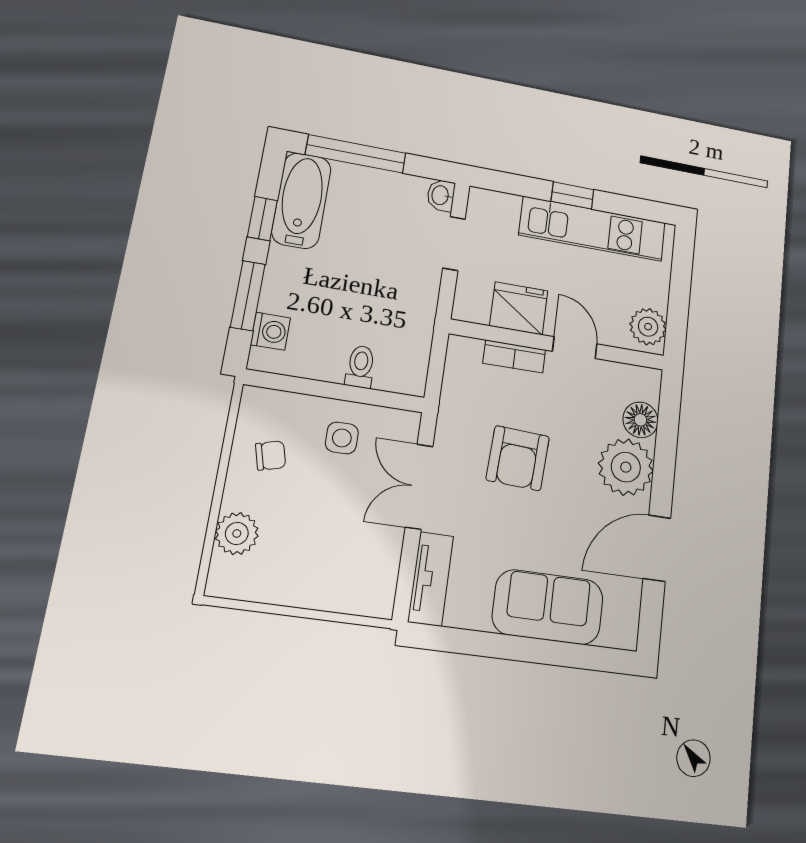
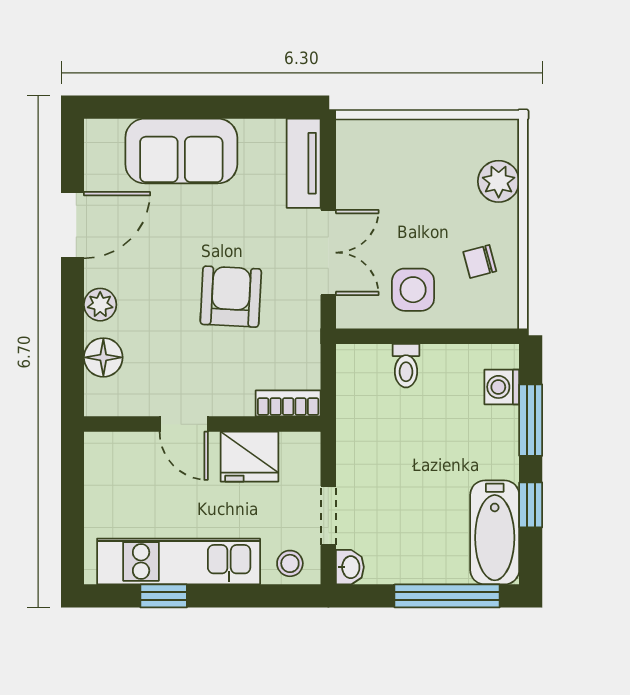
window: (572, 195) -> (164, 596), moved
stool: (494, 209) -> (290, 563), added
plant: (648, 327) -> (105, 461), removed
bookcase: (514, 356) -> (288, 403), moved
side table: (342, 438) -> (413, 290), width x1.37, depth x1.37
plant: (626, 467) -> (100, 305), width x0.53, depth x0.53

